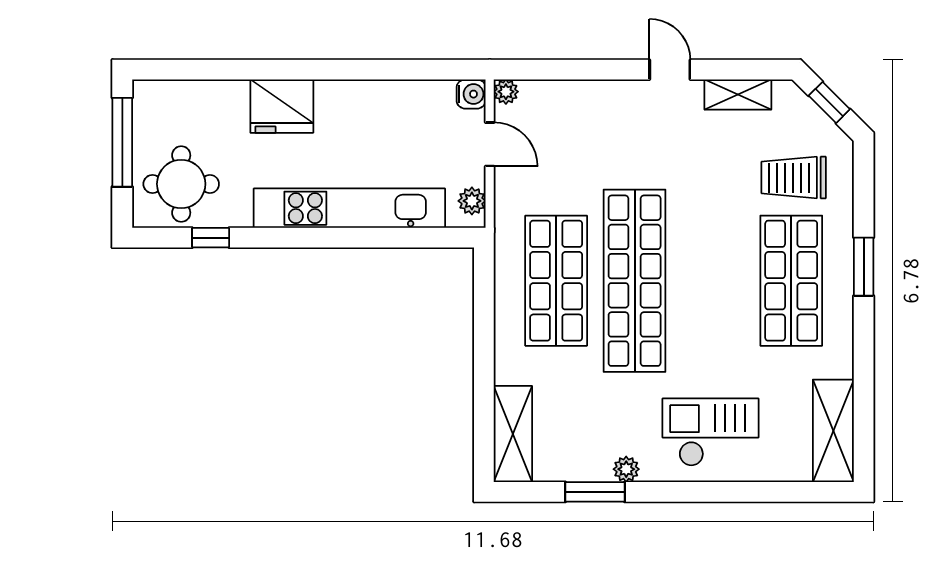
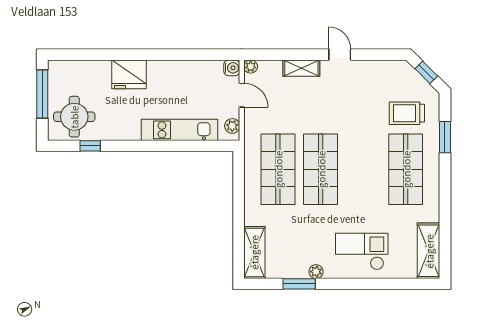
shelving: (738, 95) -> (301, 68), moved
kitchen unit: (349, 208) -> (179, 130), width x0.73
window: (864, 267) -> (445, 137), moved
shop shelf: (635, 281) -> (321, 169), width x0.71

